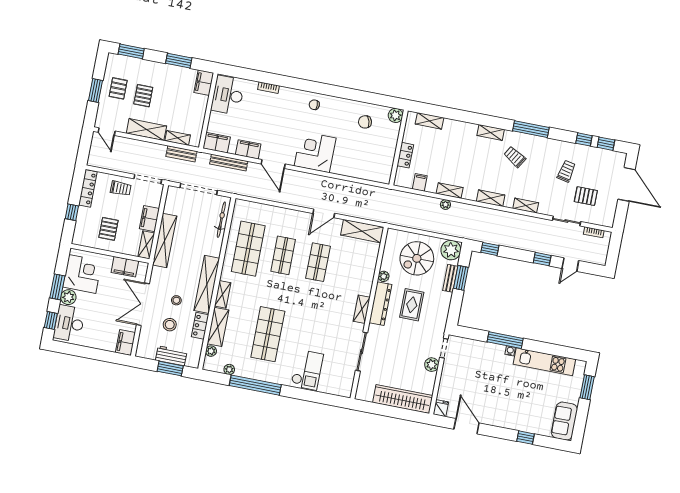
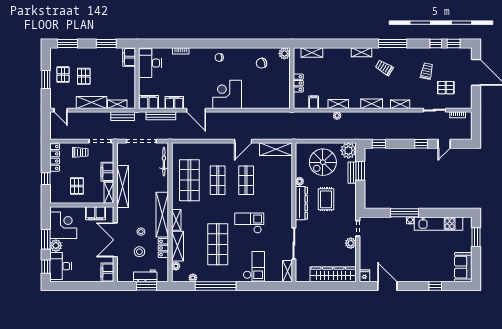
shelving: (362, 309) -> (287, 271), moved
checkout: (312, 316) -> (249, 223), added

